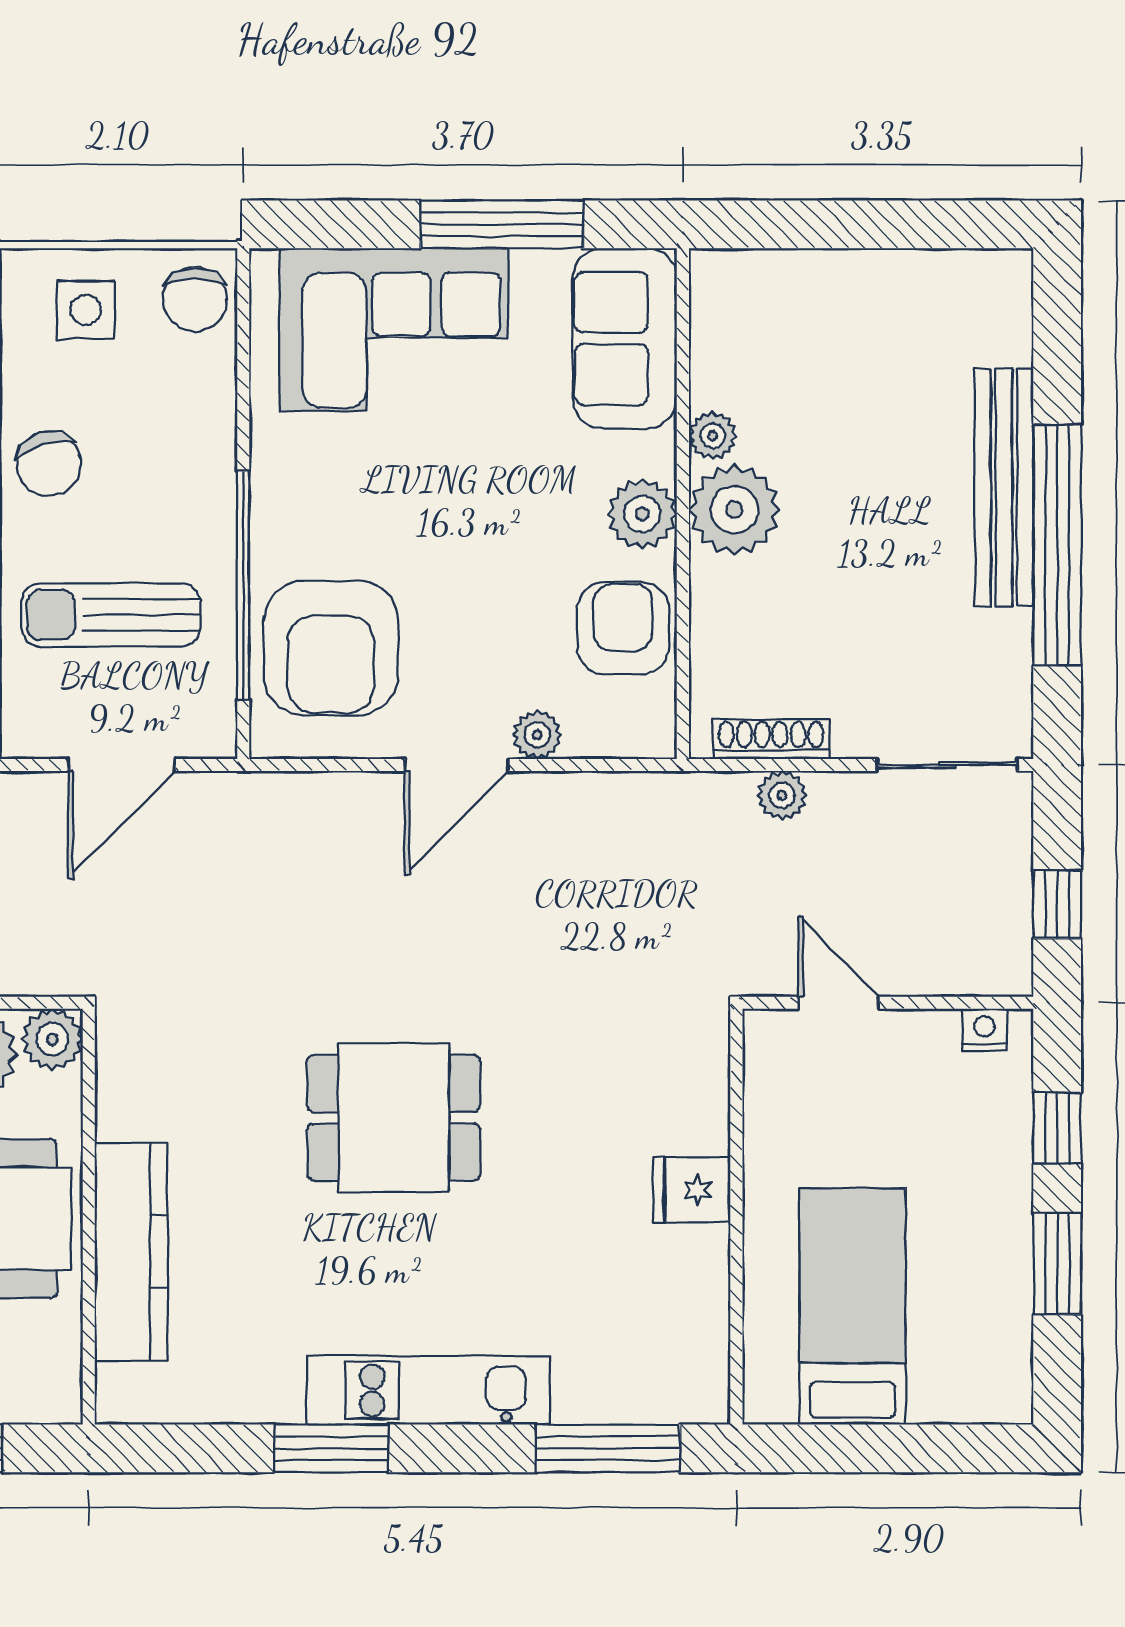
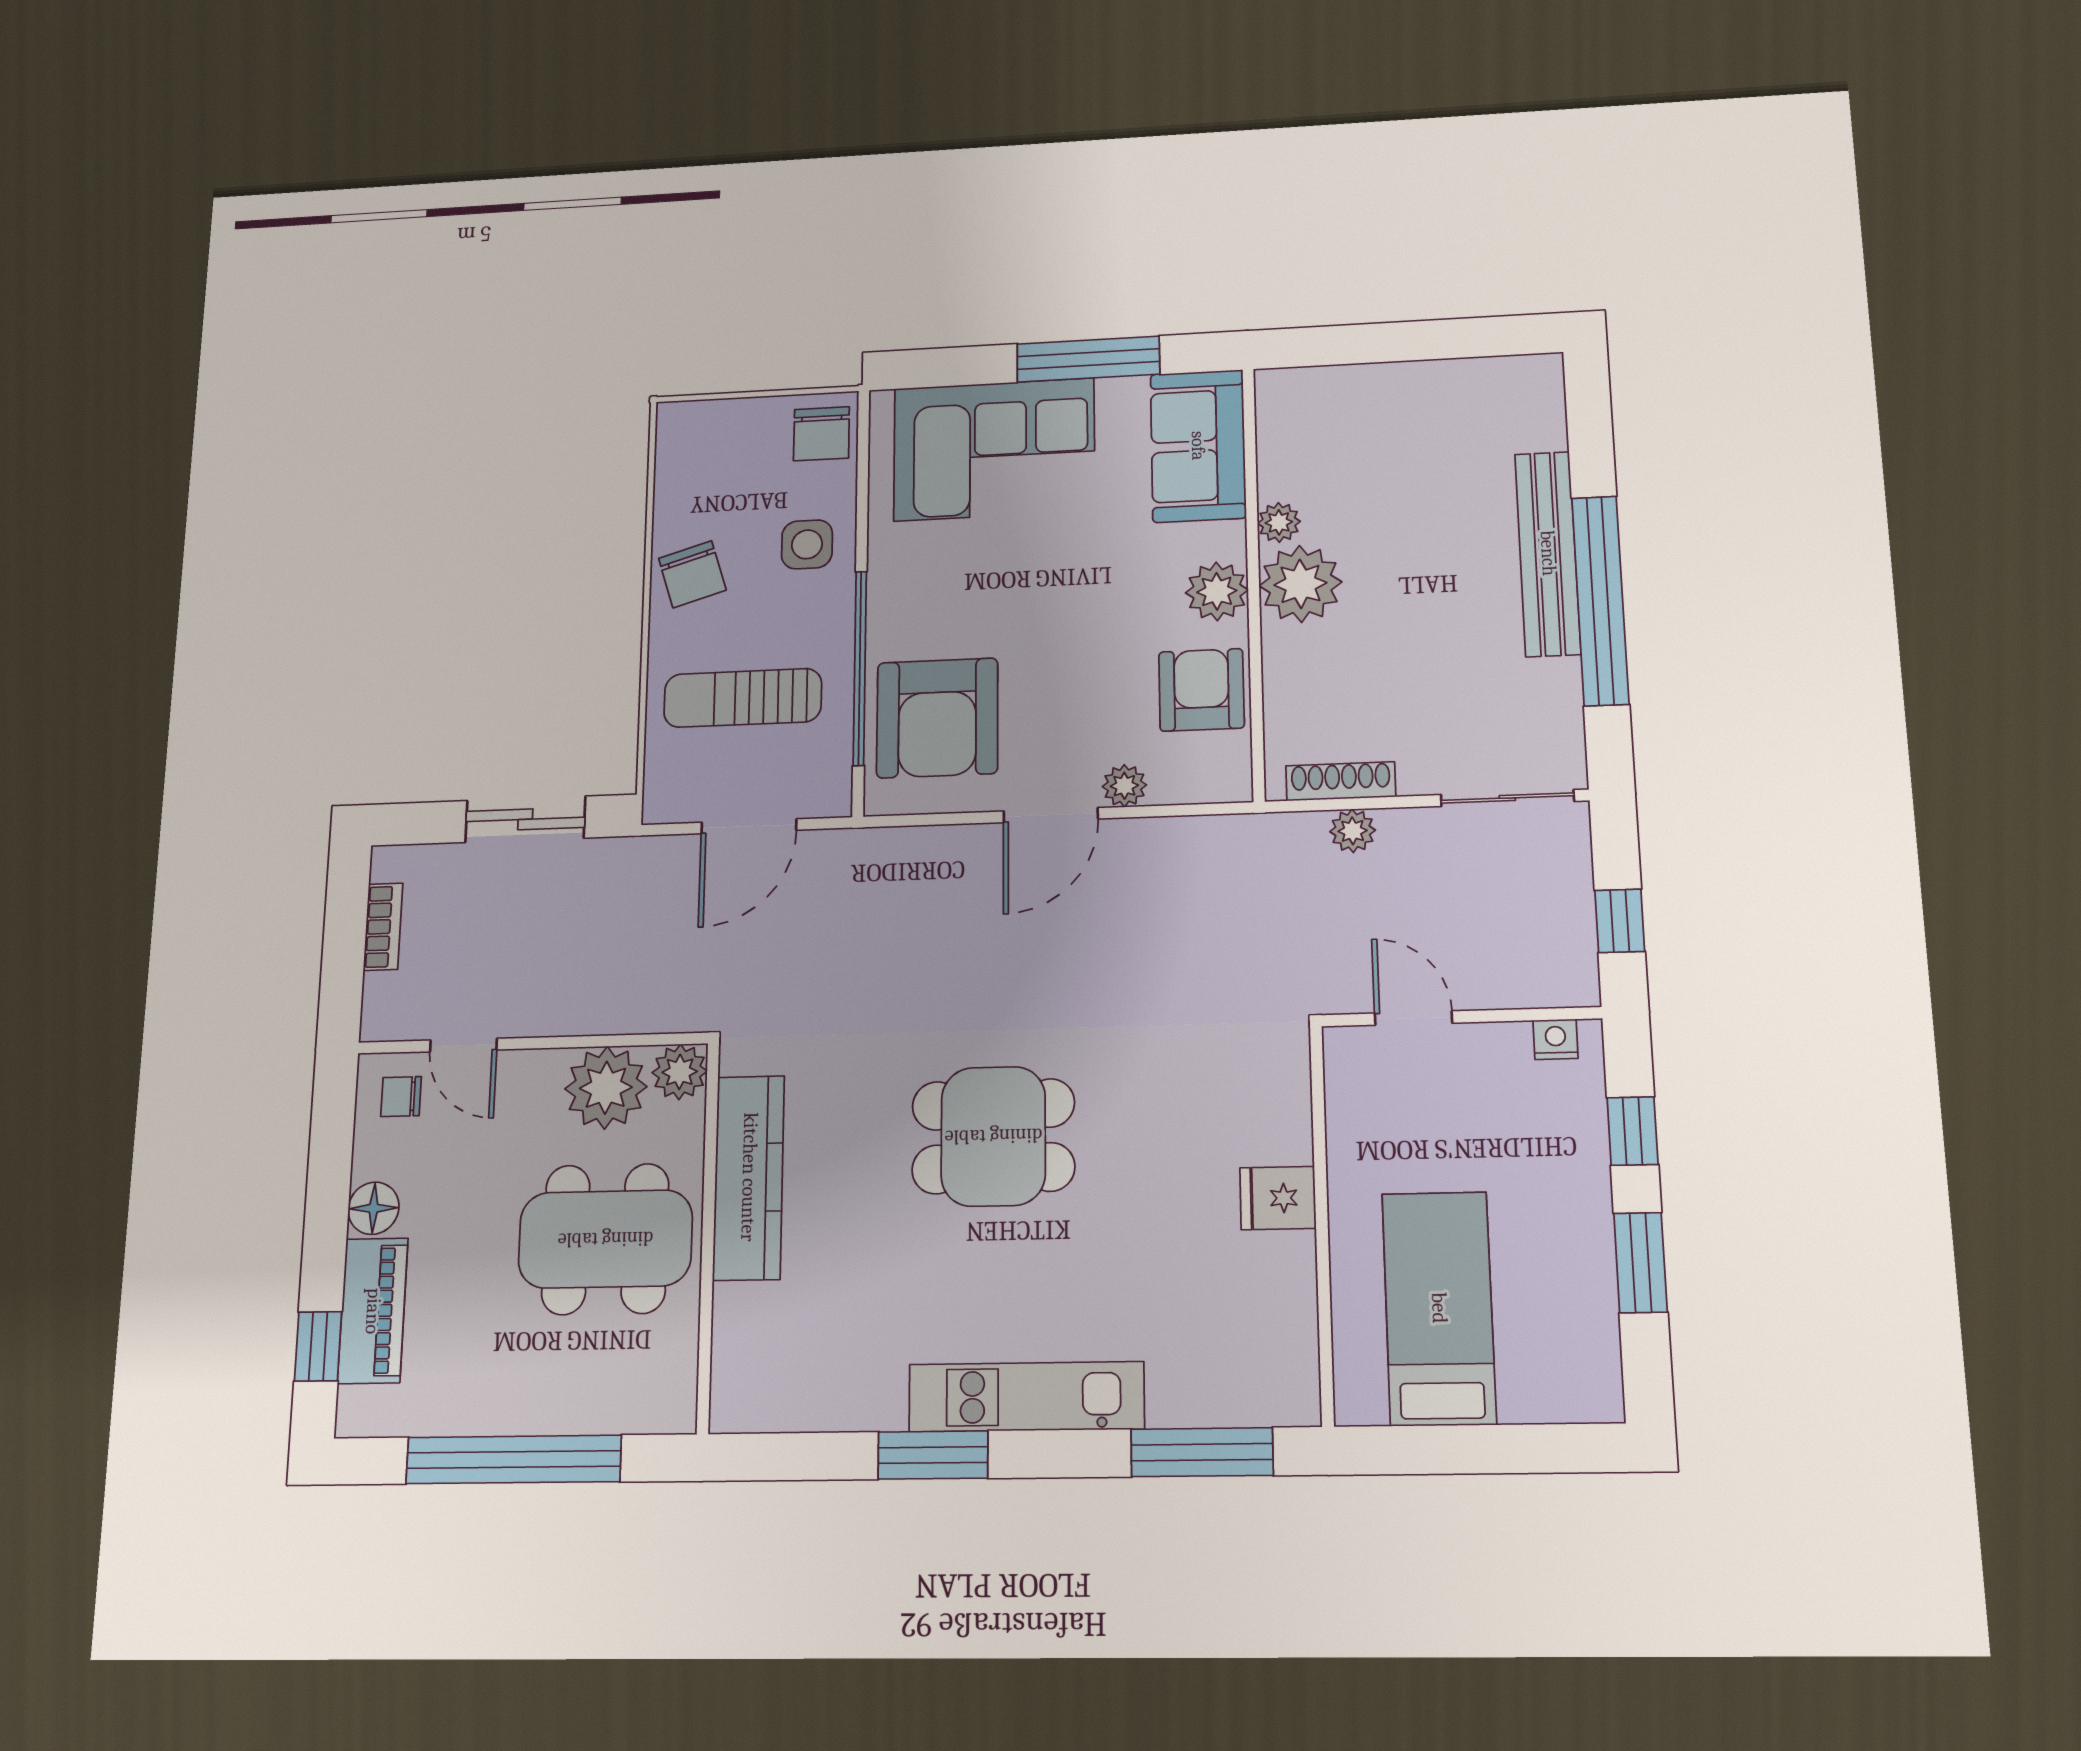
side table: (86, 310) -> (807, 544), moved
kitchen counter: (131, 1252) -> (749, 1177), moved

